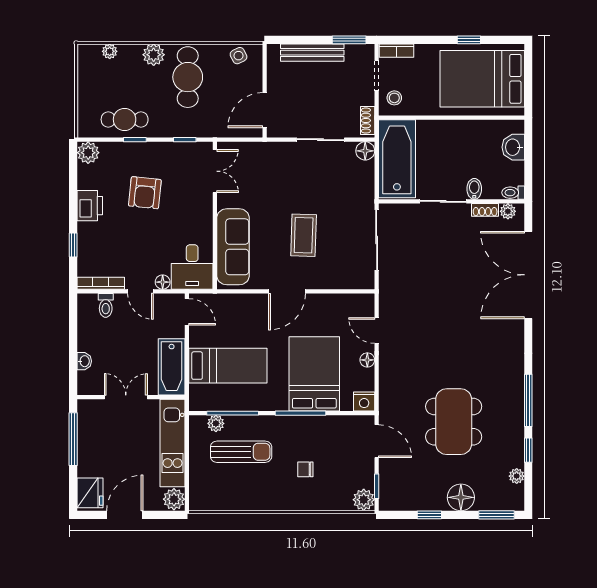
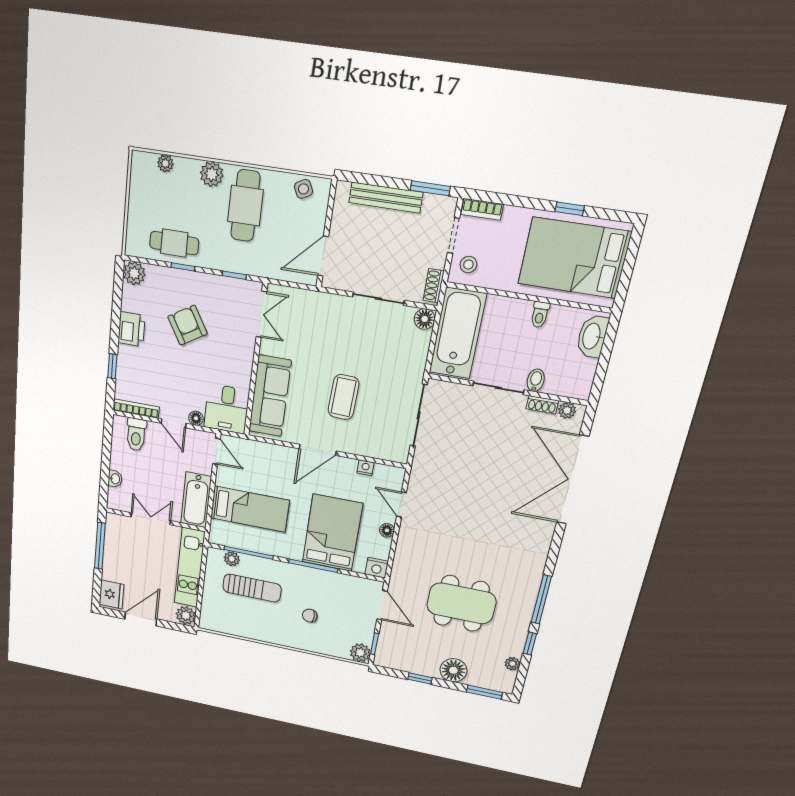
washbasin: (513, 147) -> (592, 336), width x1.38
armchair: (145, 193) -> (188, 325), turned 143
toilet: (513, 193) -> (540, 315), moved, turned -90
nightstand: (336, 300) -> (365, 468), added
toilet: (106, 305) -> (136, 434), width x1.37, depth x1.39
dining table: (454, 422) -> (461, 603), turned 90

